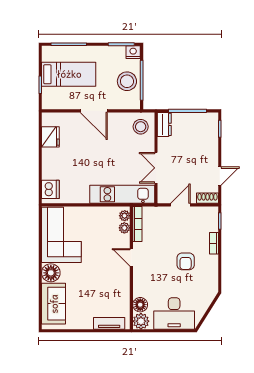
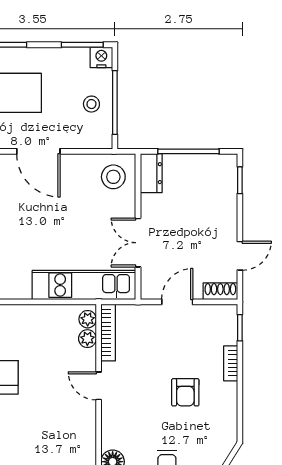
stool: (127, 81) -> (91, 104), width x0.53, depth x0.53

